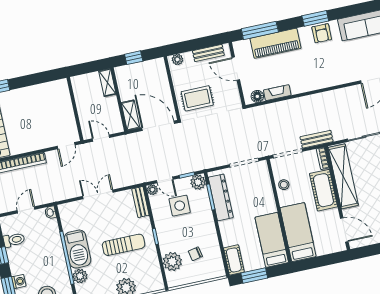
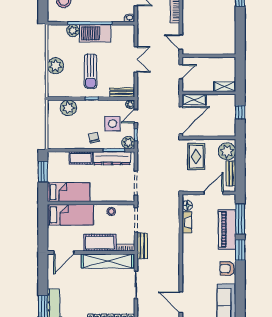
window: (315, 18) -> (240, 250), moved
plant: (177, 59) -> (227, 151), width x1.87, depth x1.87
chair: (195, 254) -> (94, 138), moved
cot: (234, 260) -> (81, 158), moved

